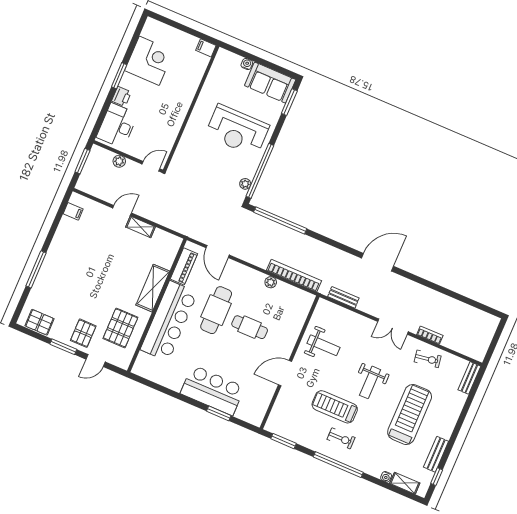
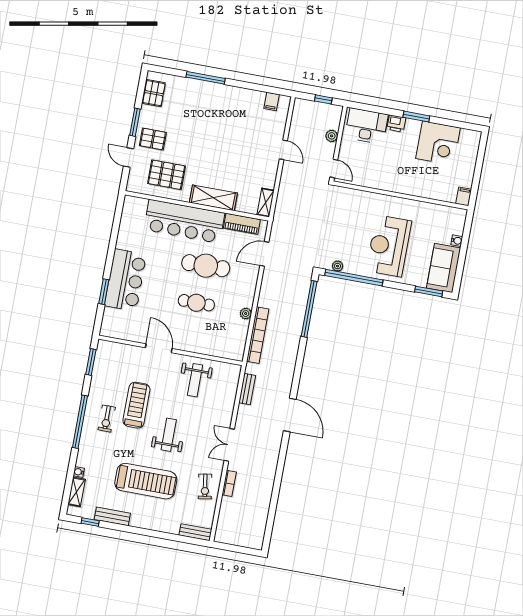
window: (82, 161) -> (323, 99), width x0.67
shelving: (140, 227) -> (266, 203), moved
cafe table: (250, 327) -> (196, 303), turned 90
weight bench: (370, 382) -> (169, 435), turned 90

